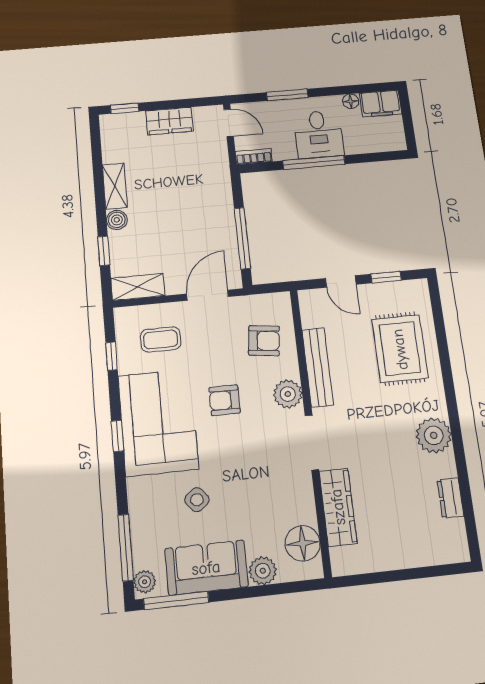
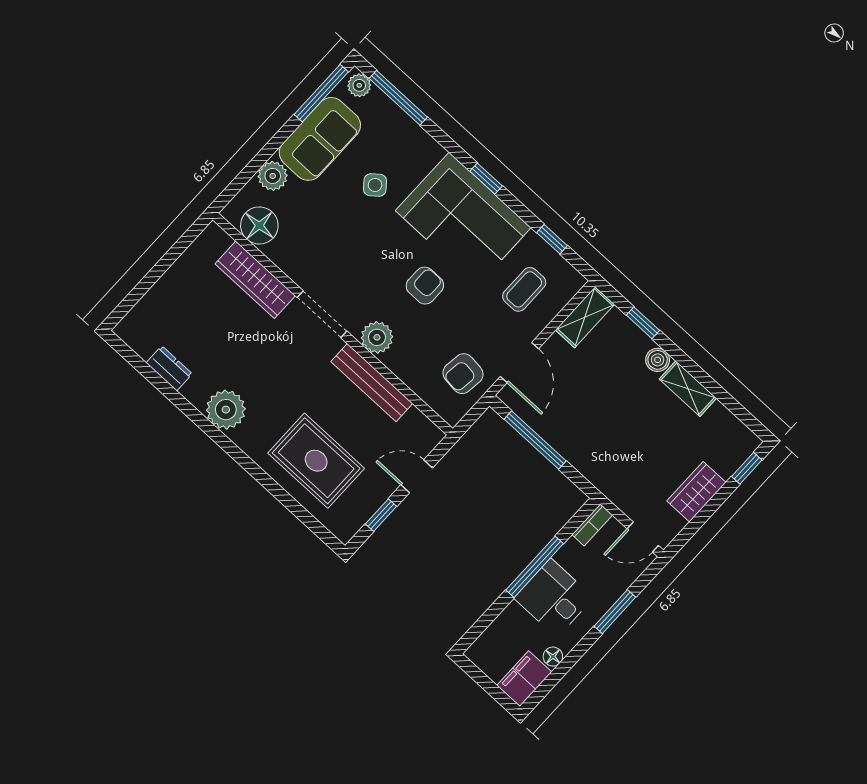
armchair: (264, 341) -> (463, 374), moved

